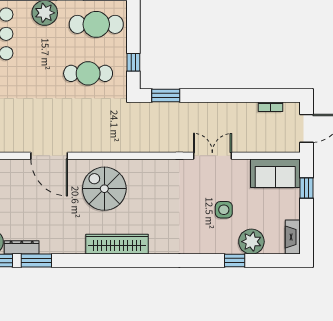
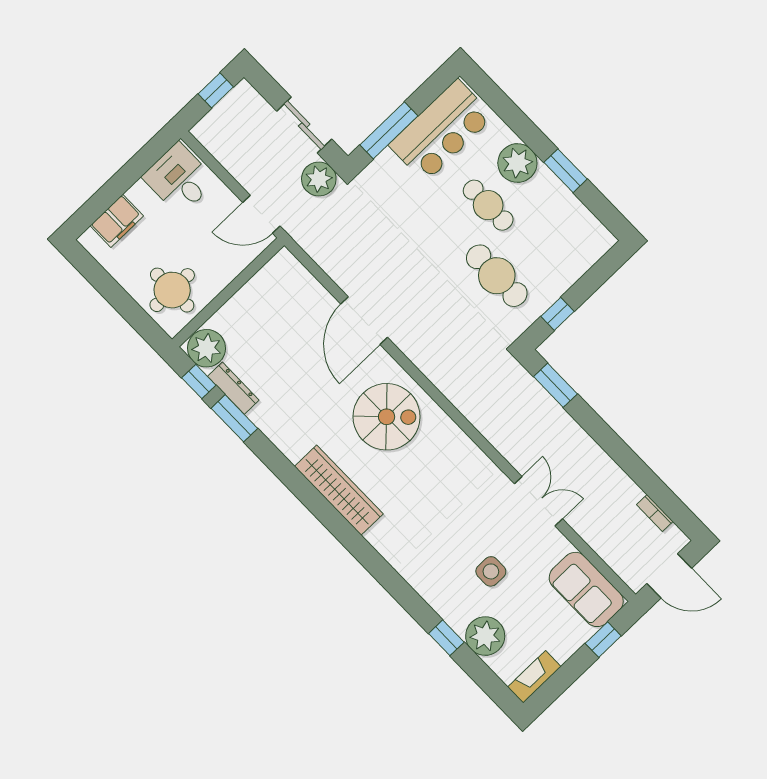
cafe table: (96, 24) -> (488, 205), moved, width x0.73, depth x0.74
spiral stairs: (104, 189) -> (387, 417), turned 90

